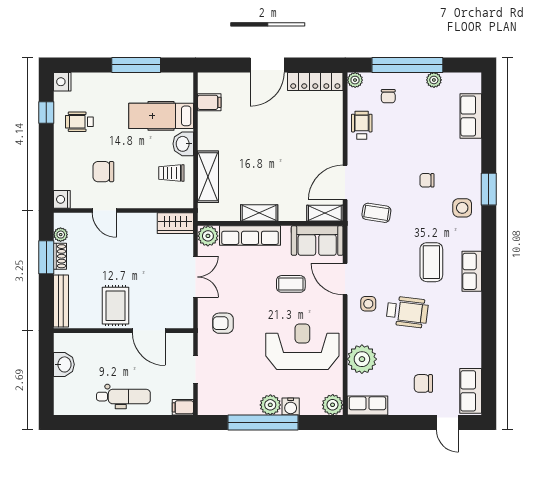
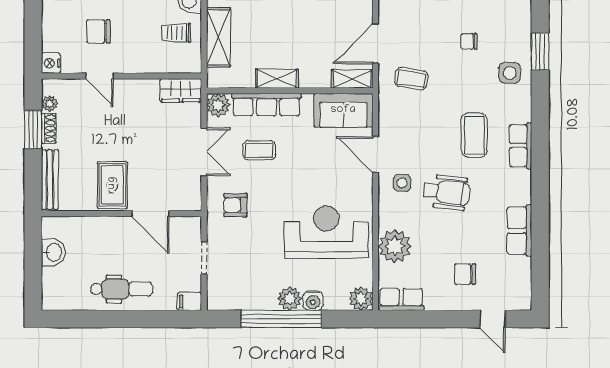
coffee table: (291, 284) -> (259, 150), moved
row of seats: (471, 391) -> (519, 231), moved

